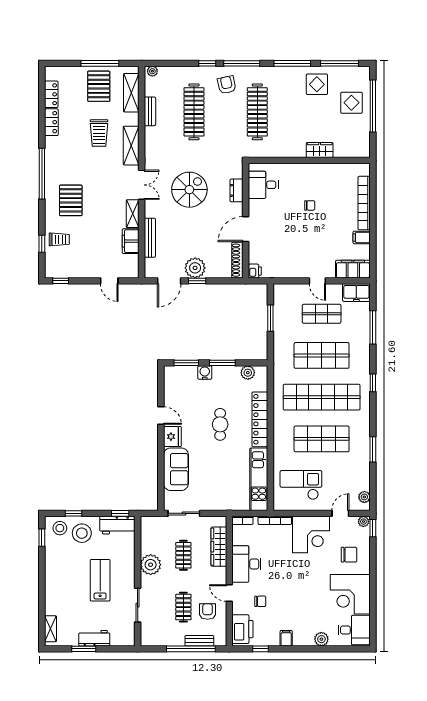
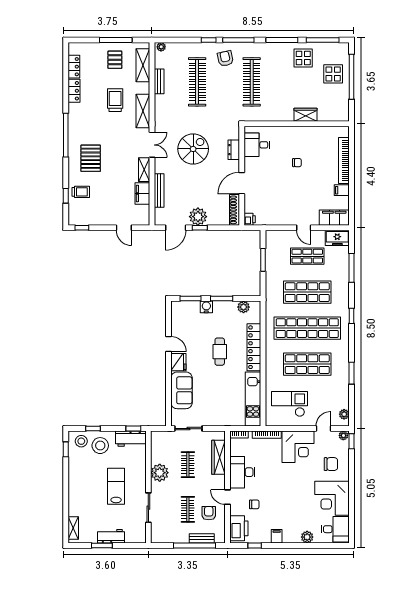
pallet: (99, 86) -> (115, 60), width x0.67, depth x0.71
trolley: (99, 133) -> (115, 100), turned 180

